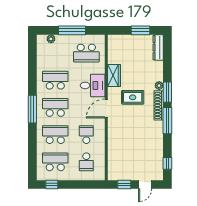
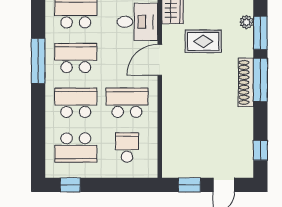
shoe rack: (159, 105) -> (246, 82), moved
school desk: (86, 135) -> (127, 103), width x1.85
school desk: (55, 162) -> (76, 148), turned 180
school desk: (86, 162) -> (127, 148), turned 180

